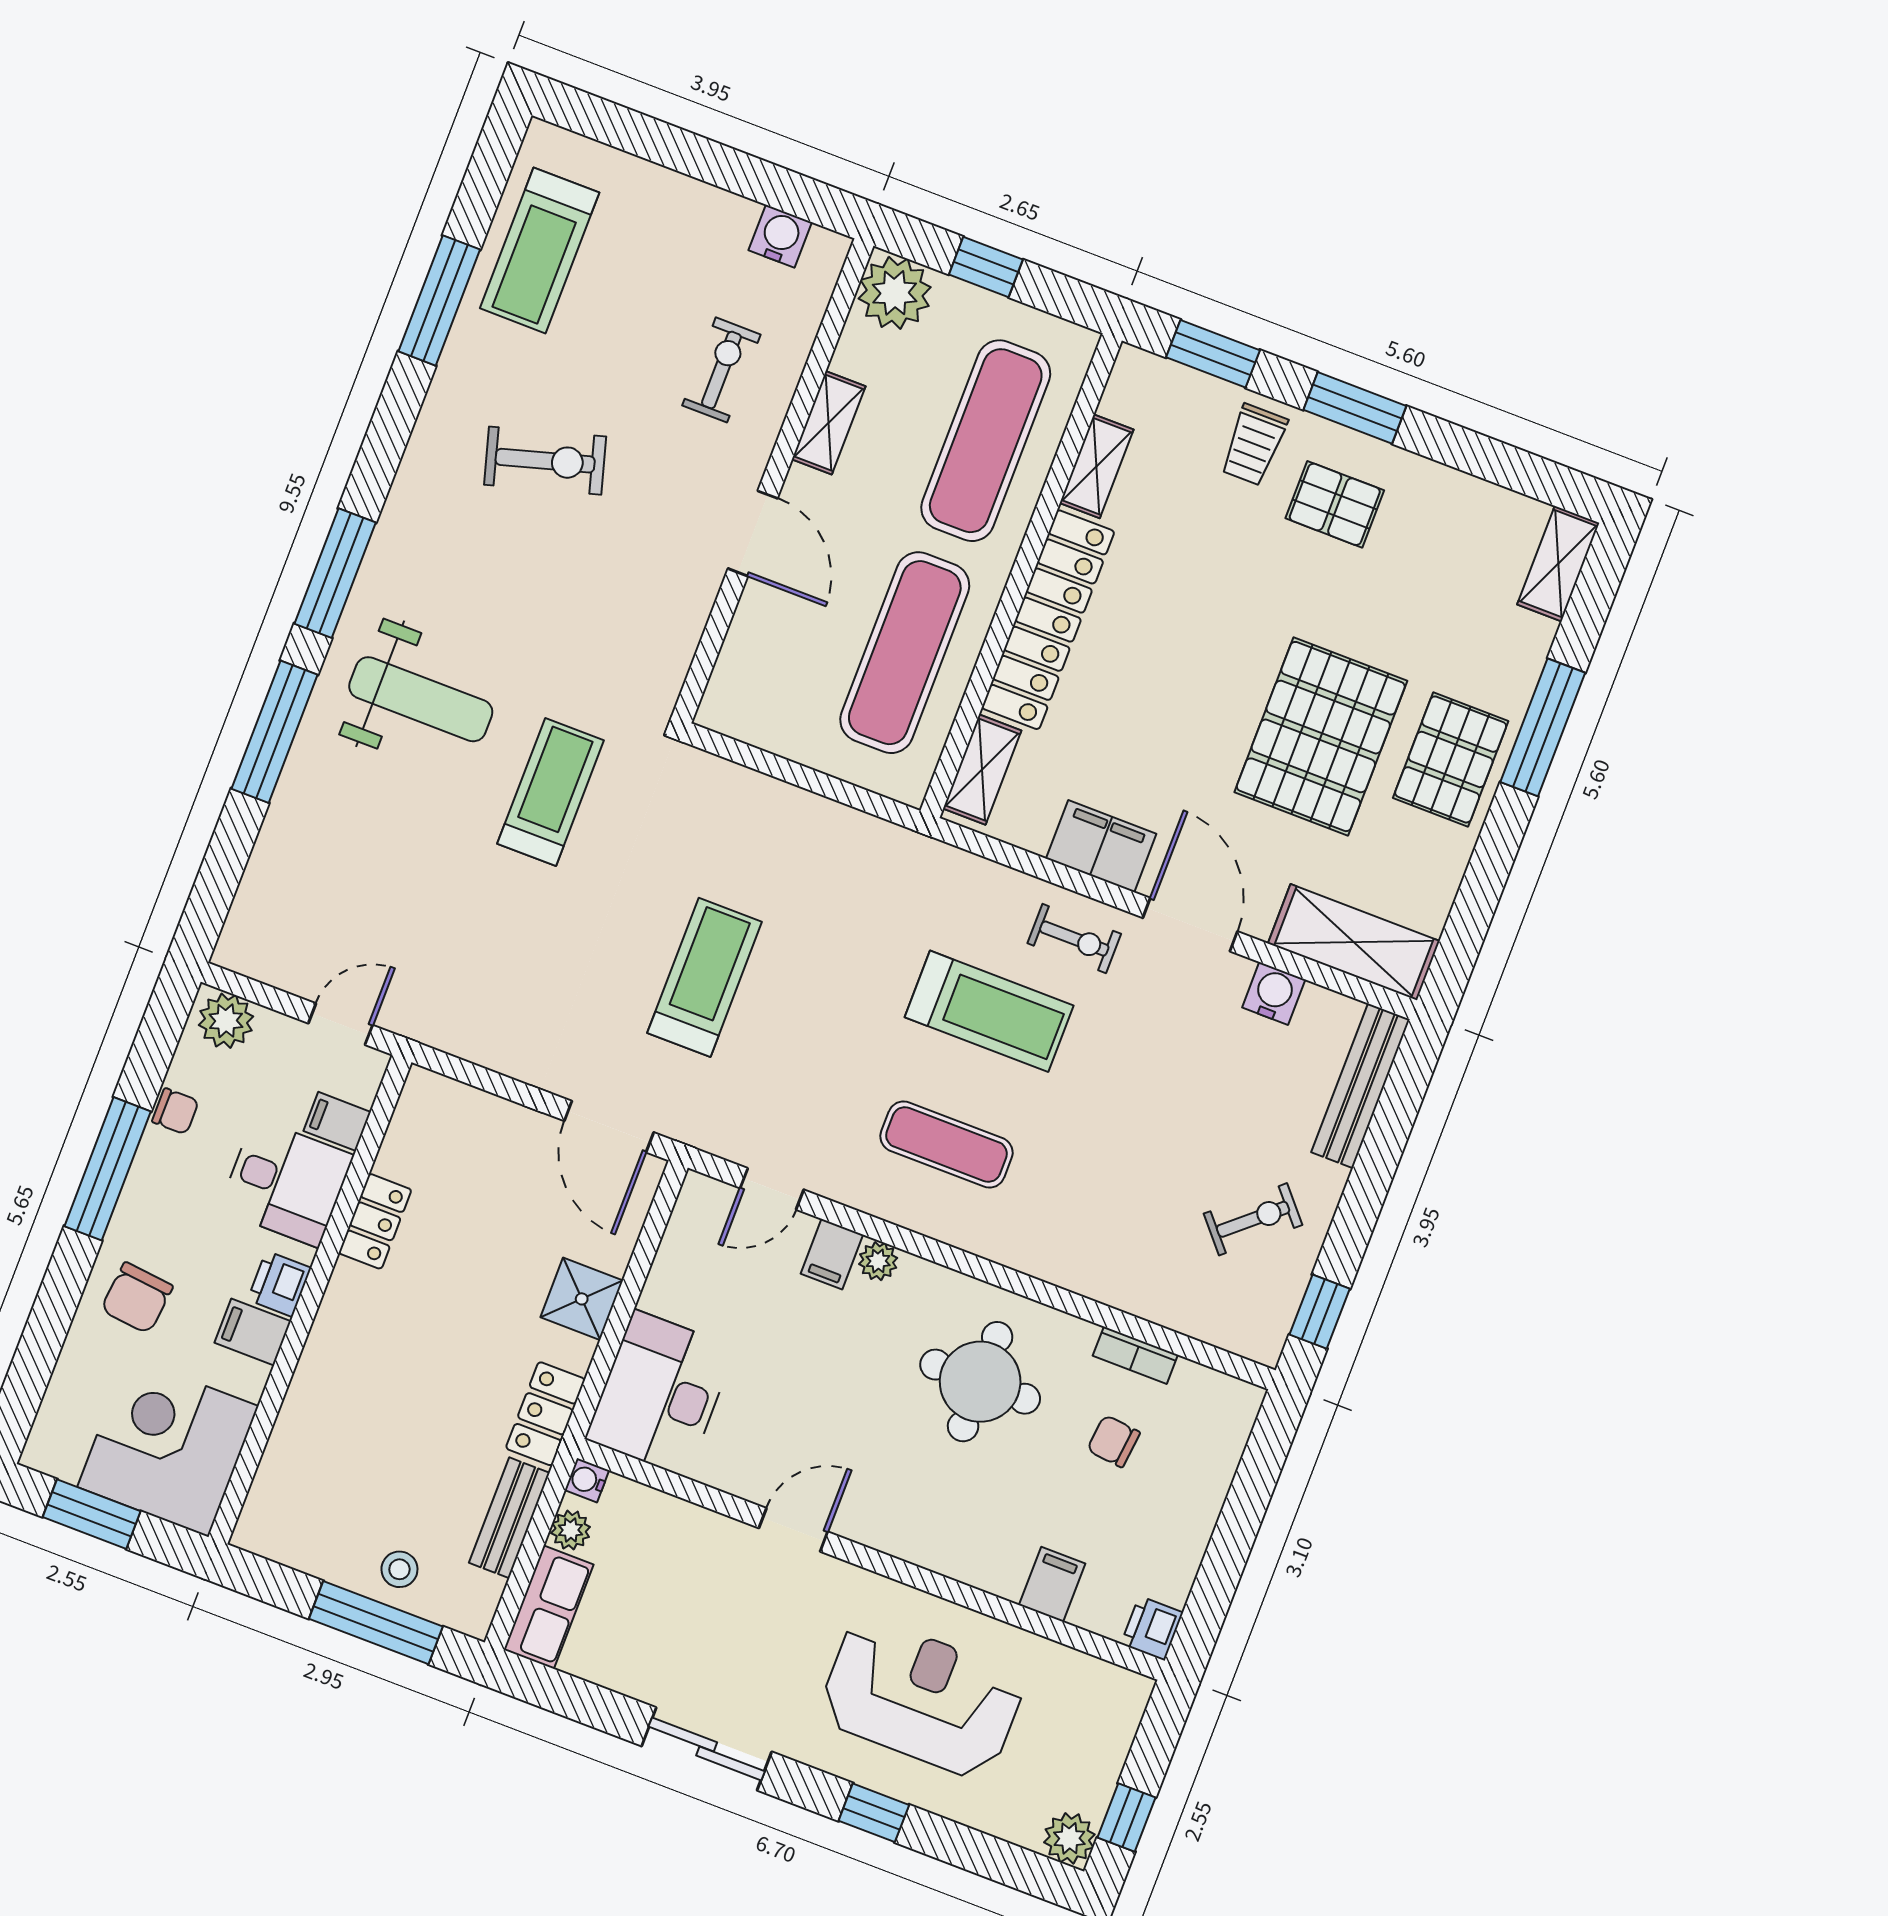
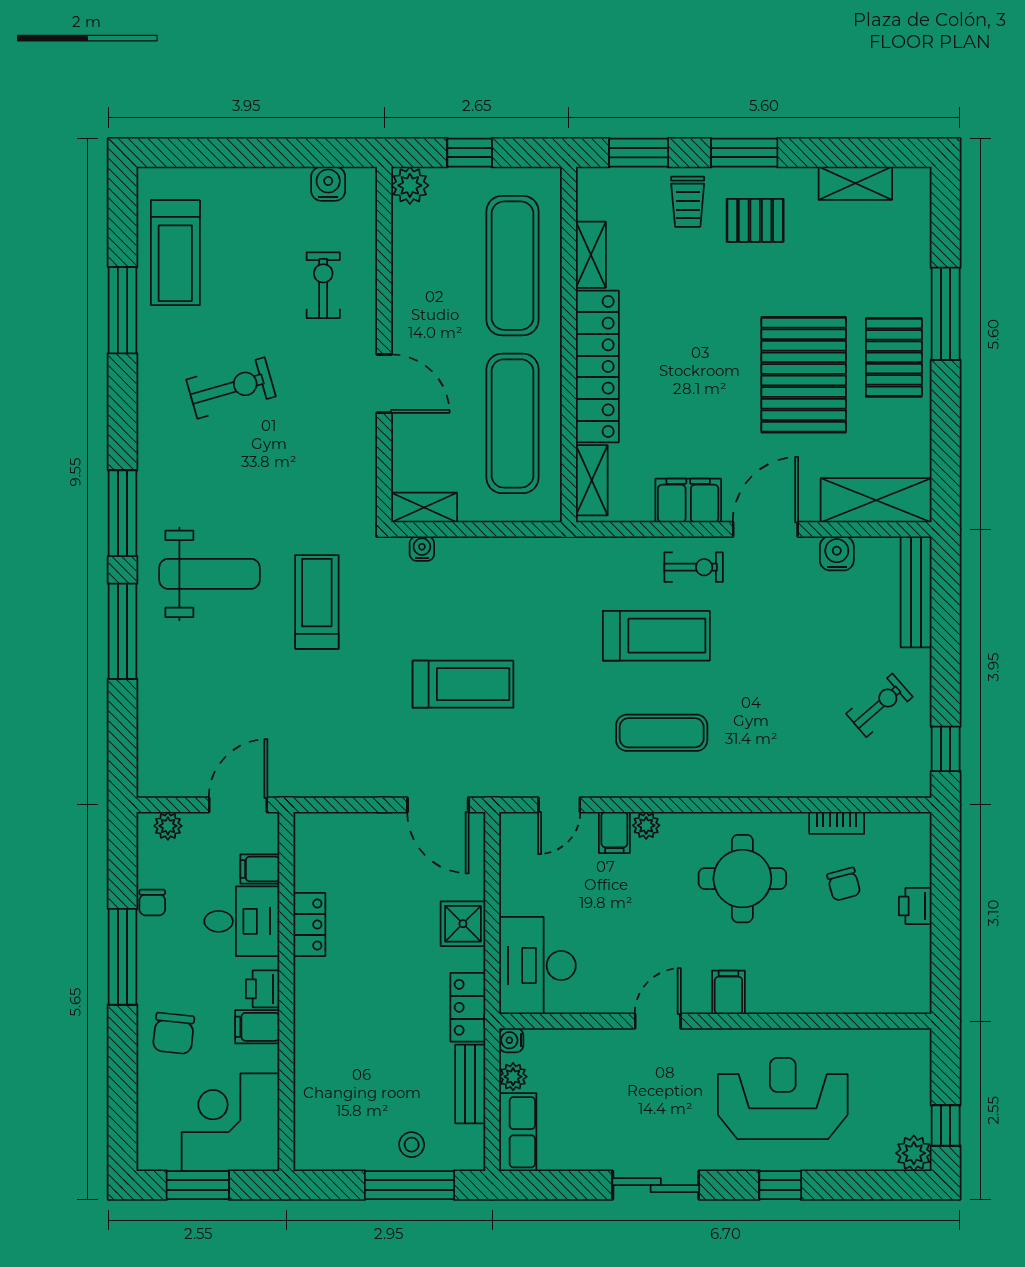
plant: (895, 293) -> (410, 185), width x0.73, depth x0.73
shelving: (829, 423) -> (424, 508), moved, turned 90
shelving: (1558, 564) -> (855, 183), moved, turned 90
water cooler: (719, 774) -> (422, 549), added
door: (1190, 925) -> (765, 529), hinge flipped
treadmill: (705, 977) -> (463, 684), turned 90
plant: (226, 1021) -> (168, 826), width x0.73, depth x0.73
door: (341, 1024) -> (238, 805), width x1.38
chair: (175, 1111) -> (152, 903), turned 90
chair: (1113, 1441) -> (844, 884), turned -111
filing cabinet: (1052, 1584) -> (728, 992), moved
printer: (1152, 1628) -> (915, 906), moved

